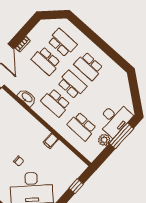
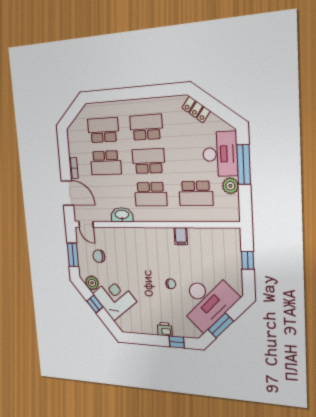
school desk: (89, 66) -> (146, 127), turned 180
locker: (124, 85) -> (196, 109), added

